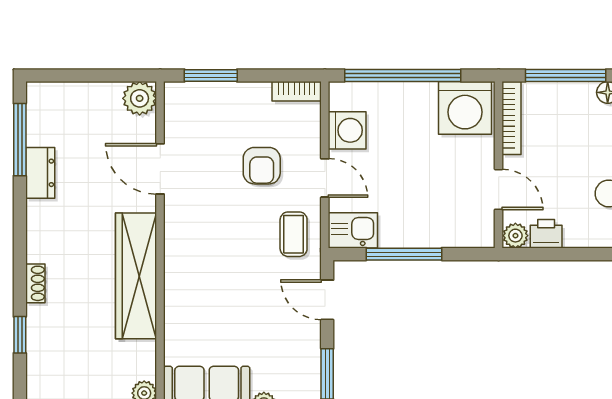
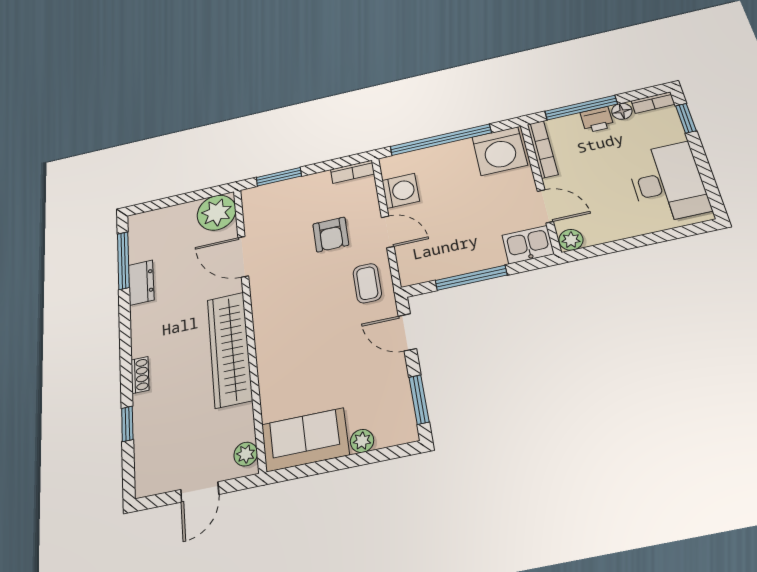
plant: (140, 98) -> (217, 213), width x1.36, depth x1.36
kitchen sink: (353, 230) -> (528, 245), moved
printer: (546, 234) -> (597, 120), moved, turned 180

